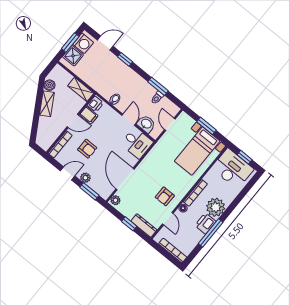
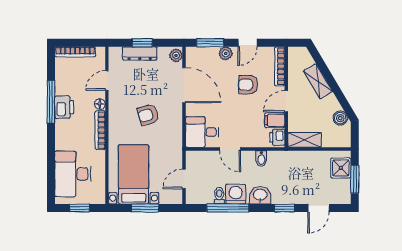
washing machine: (83, 43) -> (236, 194), moved, turned 90
window: (158, 86) -> (228, 208), width x1.44
shelving: (47, 104) -> (318, 81), moved
washbasin: (146, 124) -> (260, 195), moved, turned 180
door: (170, 124) -> (184, 179), swing flipped
desk: (233, 169) -> (73, 174), moved, turned 90
armchair: (165, 196) -> (148, 115), moved, turned -106
plant: (216, 207) -> (67, 132), removed
door: (168, 219) -> (107, 81), hinge flipped
dresser: (144, 225) -> (140, 53), moved

